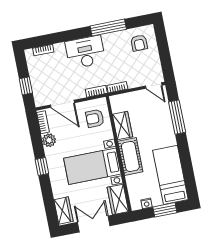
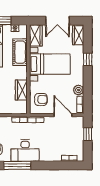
desk: (85, 52) -> (25, 150), moved
cot: (130, 156) -> (20, 52), moved
window: (42, 166) -> (88, 59), moved

